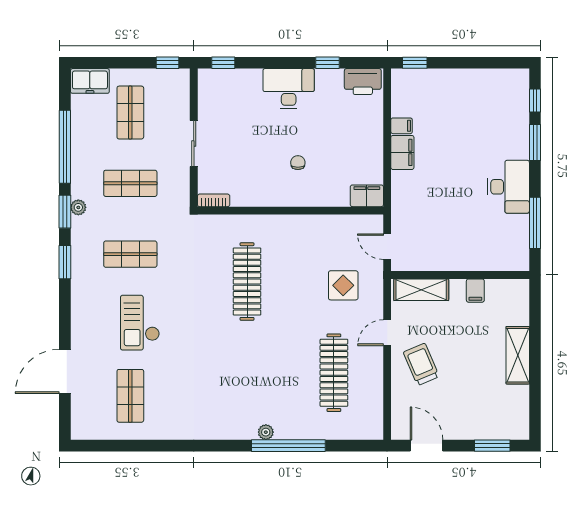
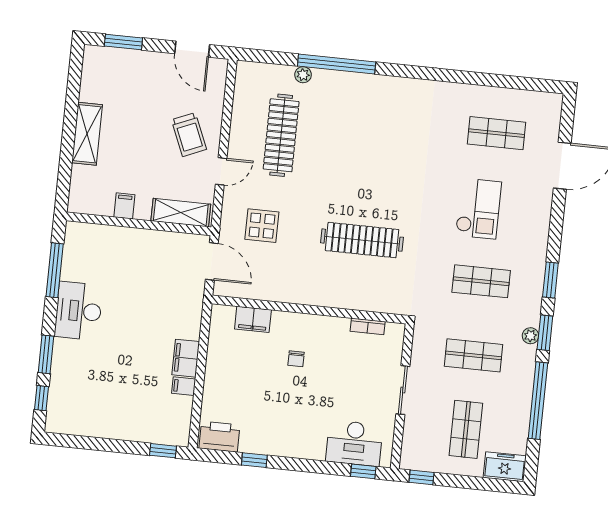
desk: (289, 89) -> (354, 443), moved
filing cabinet: (367, 196) -> (253, 319), moved
bookcase: (214, 200) -> (368, 326), moved
door: (387, 247) -> (212, 261), width x1.38
clothes rail: (247, 282) -> (362, 240), turned 90
shop shelf: (130, 396) -> (496, 133), turned 90
plant: (266, 432) -> (303, 75), moved

